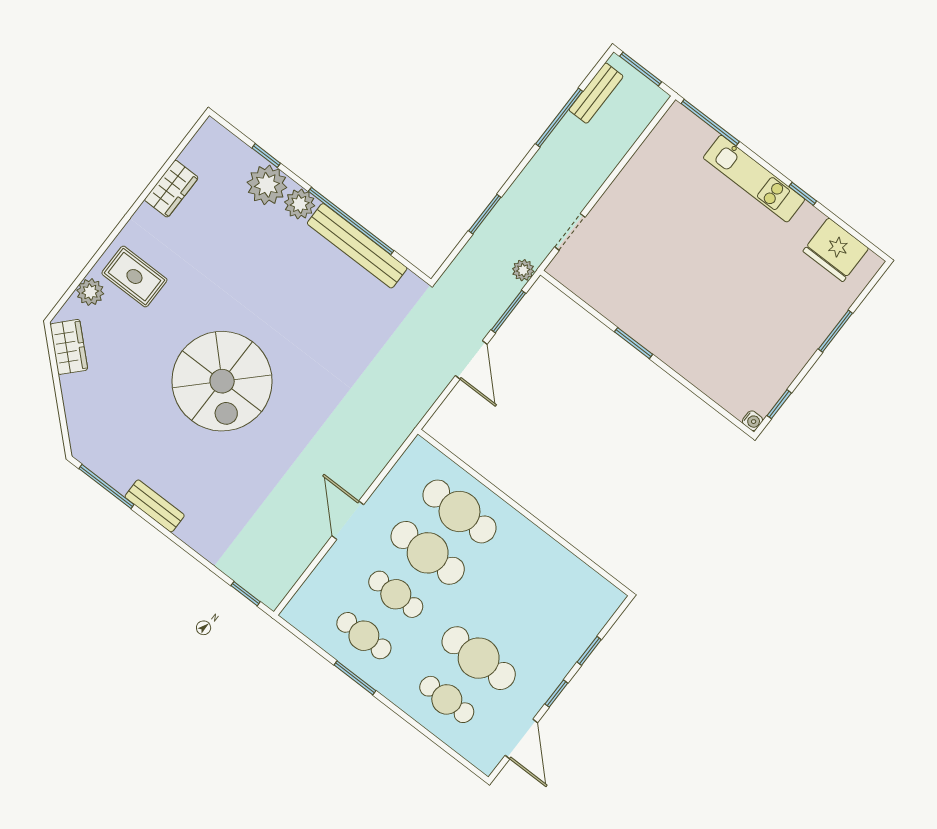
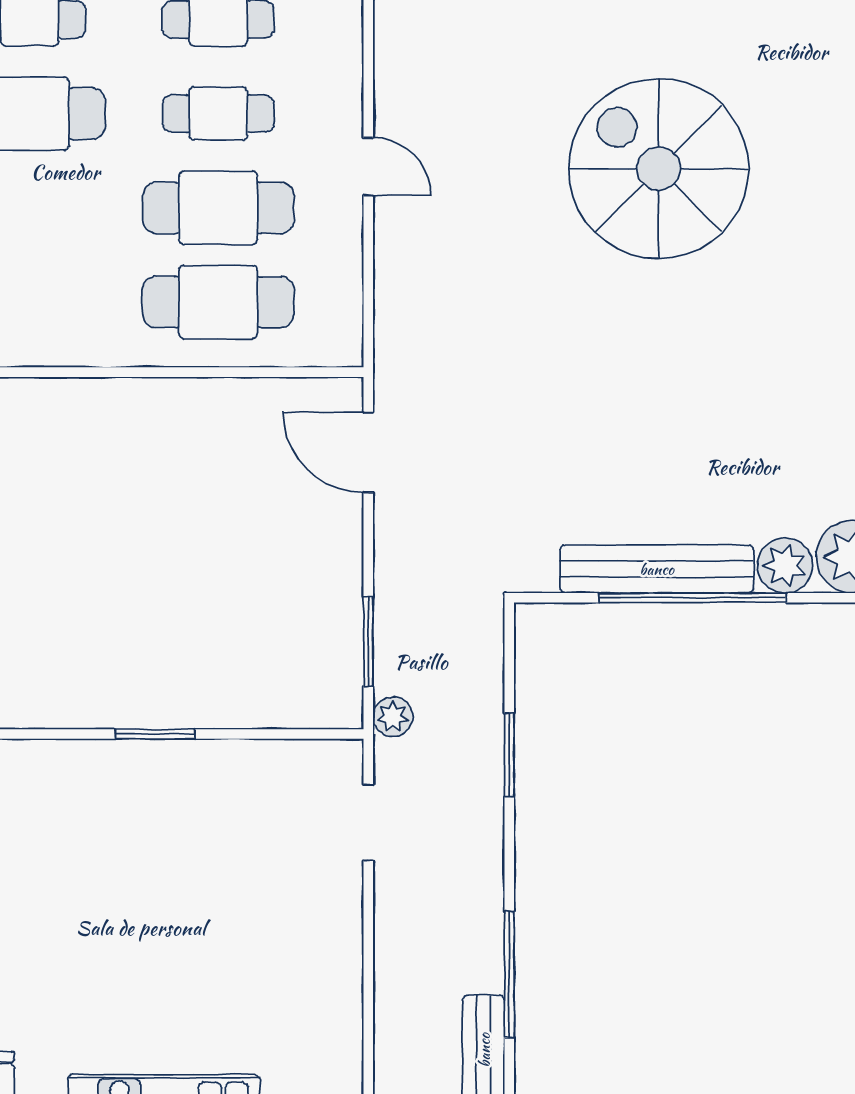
door: (471, 360) -> (368, 452), moved
spiral stairs: (222, 381) -> (659, 169), moved
door: (348, 520) -> (368, 166), width x0.73

